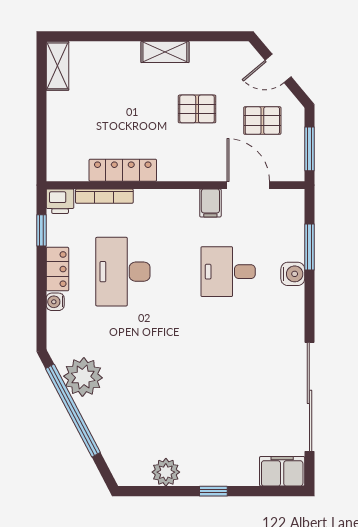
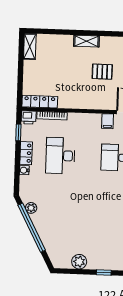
locker: (123, 170) -> (40, 102), moved
plant: (83, 377) -> (31, 208), width x0.53, depth x0.53

